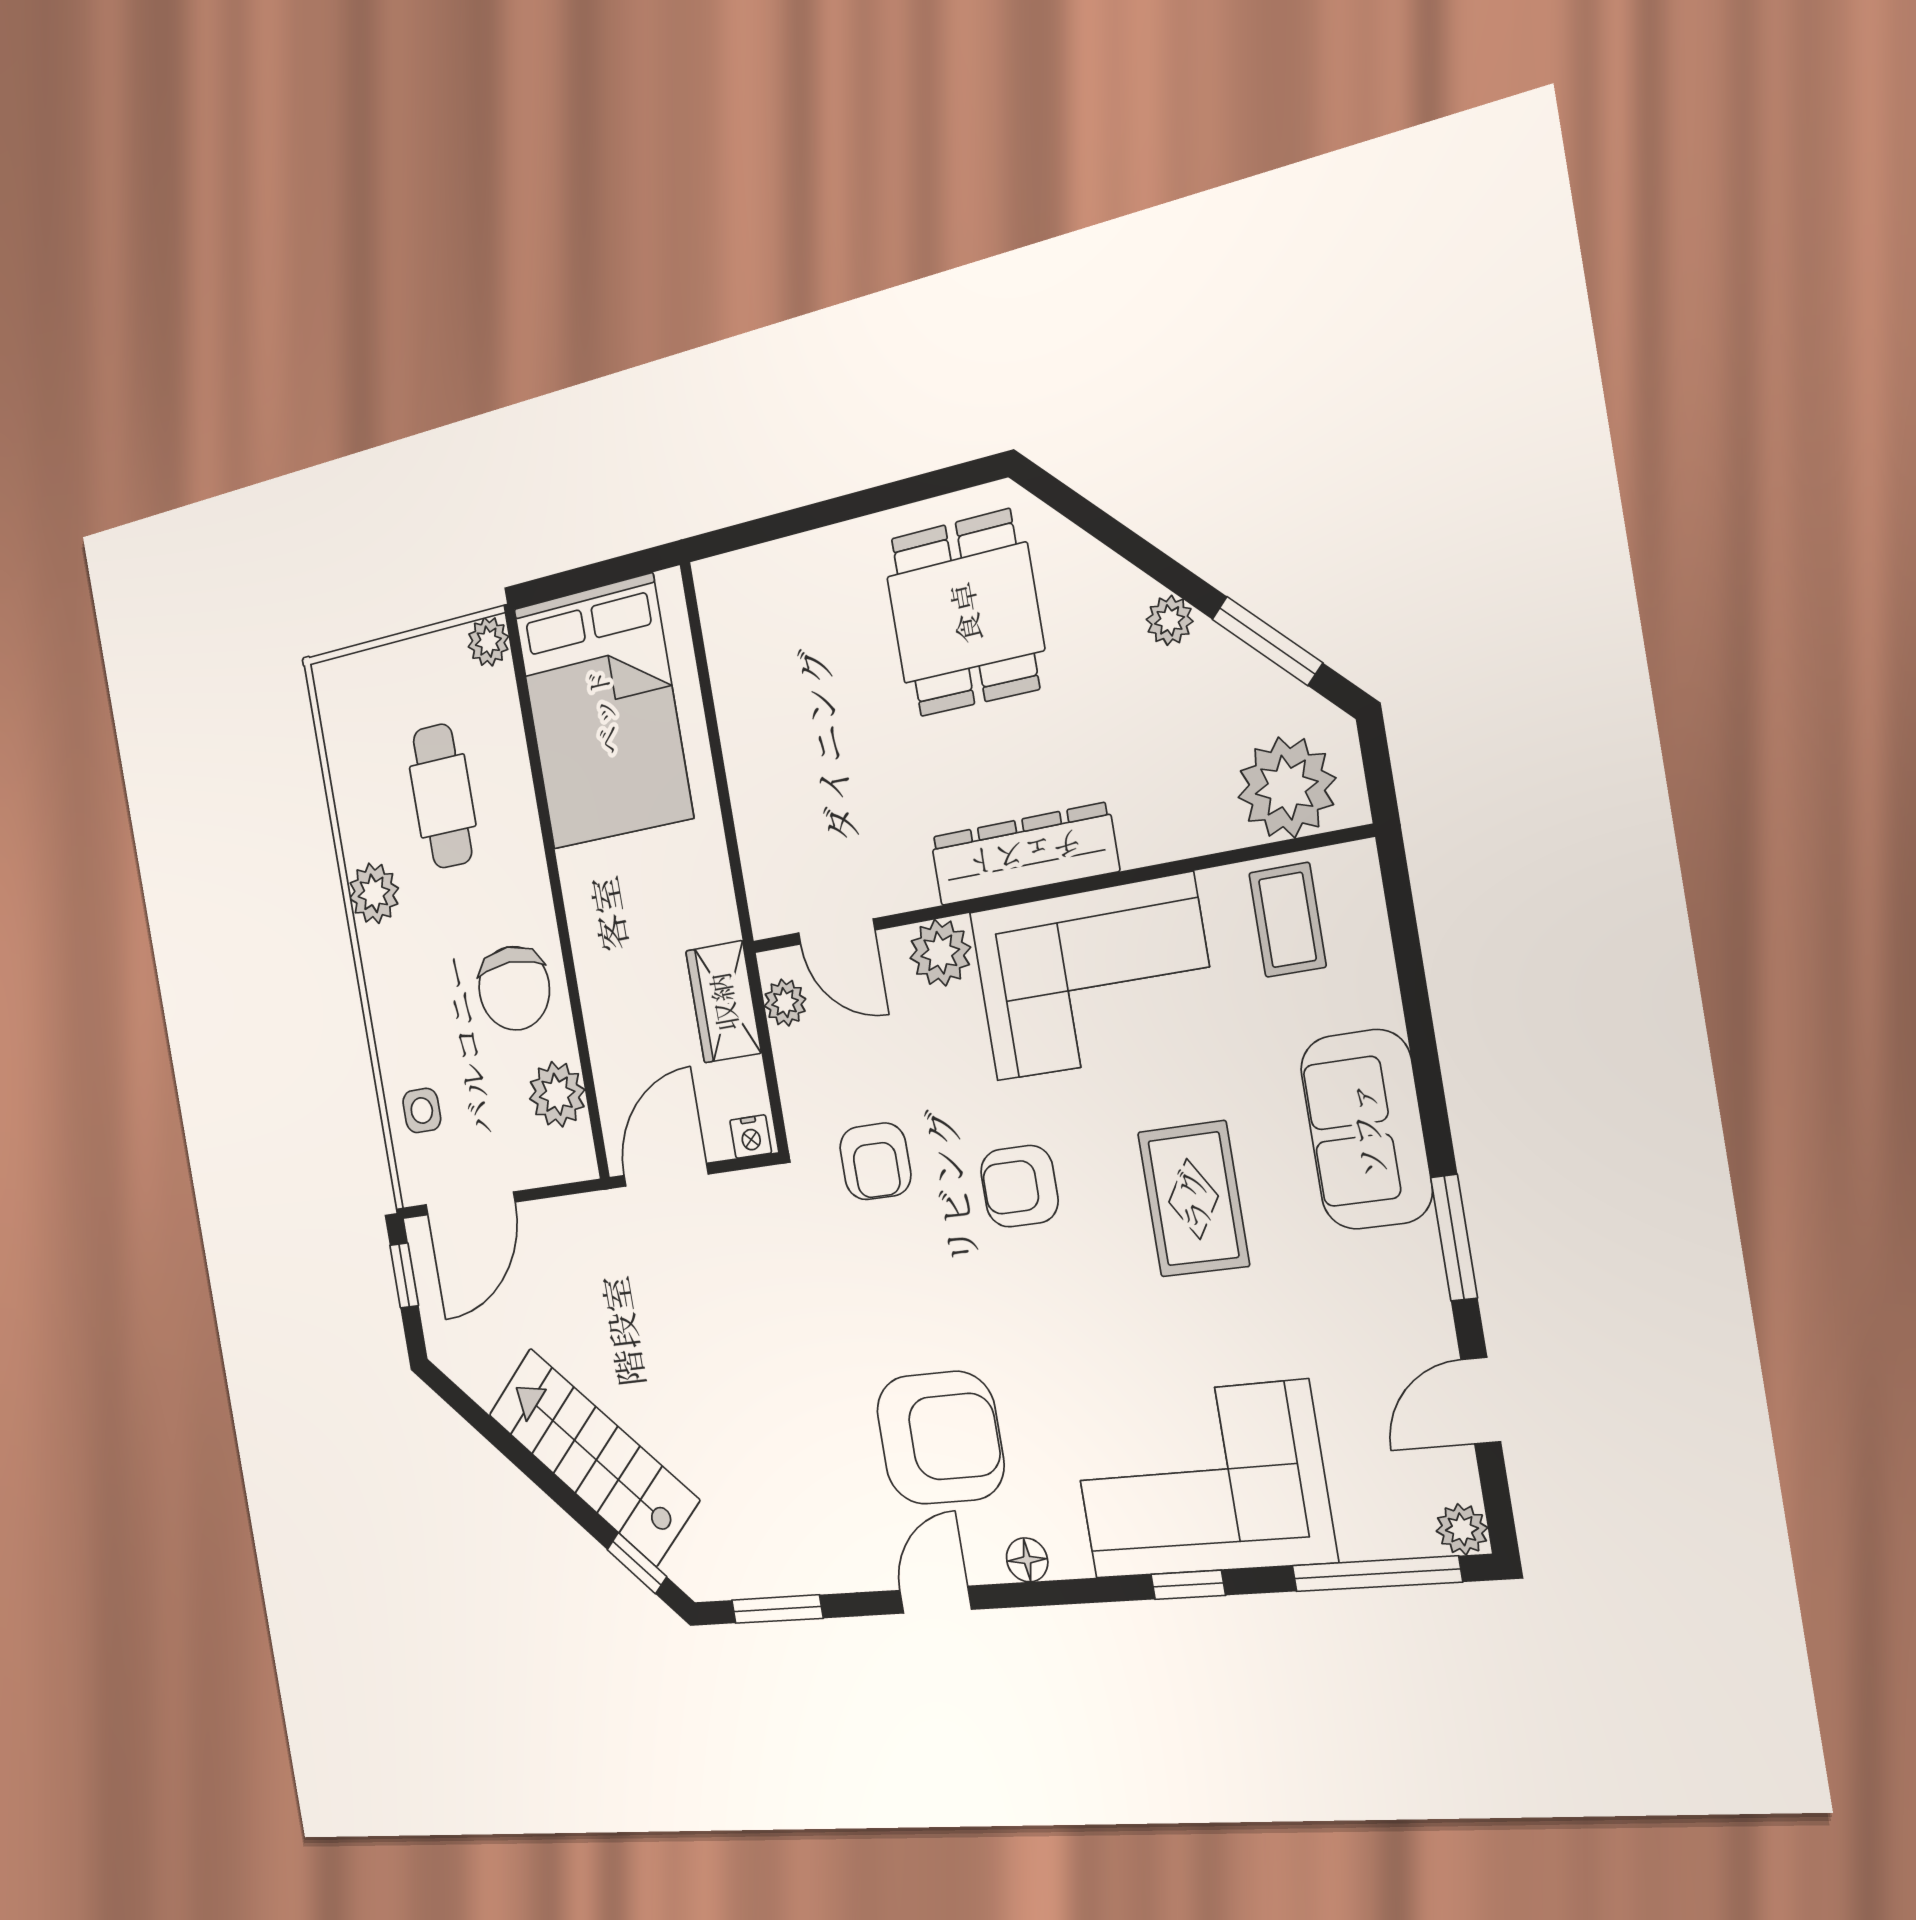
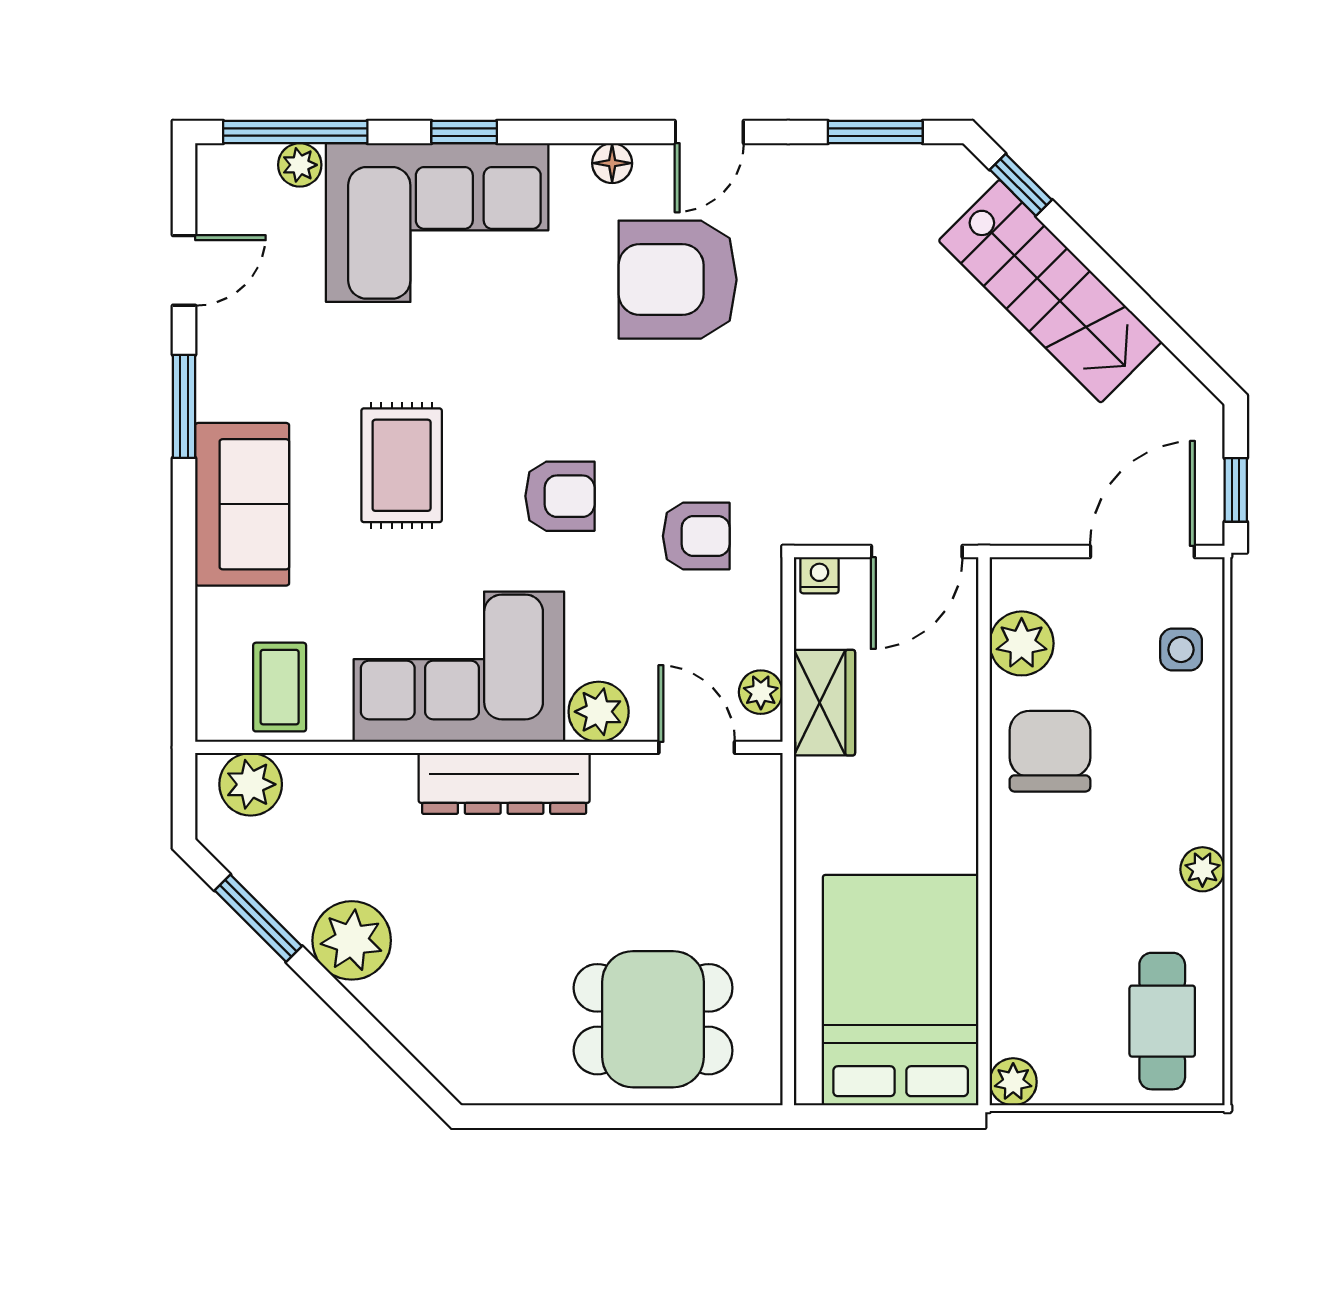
dining table: (965, 613) -> (653, 1019), moved, turned 90
plant: (1170, 620) -> (352, 940), width x1.87, depth x1.87
plant: (1287, 788) -> (251, 784), width x0.73, depth x0.73
cafe table: (443, 796) -> (1162, 1021), moved
plant: (374, 893) -> (1202, 869), width x0.73, depth x0.73
armchair: (875, 1161) -> (696, 536), turned 90
plant: (1462, 1529) -> (300, 165), moved

